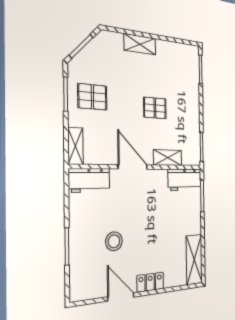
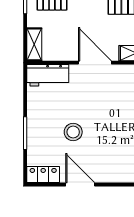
locker: (150, 282) -> (43, 175), moved

